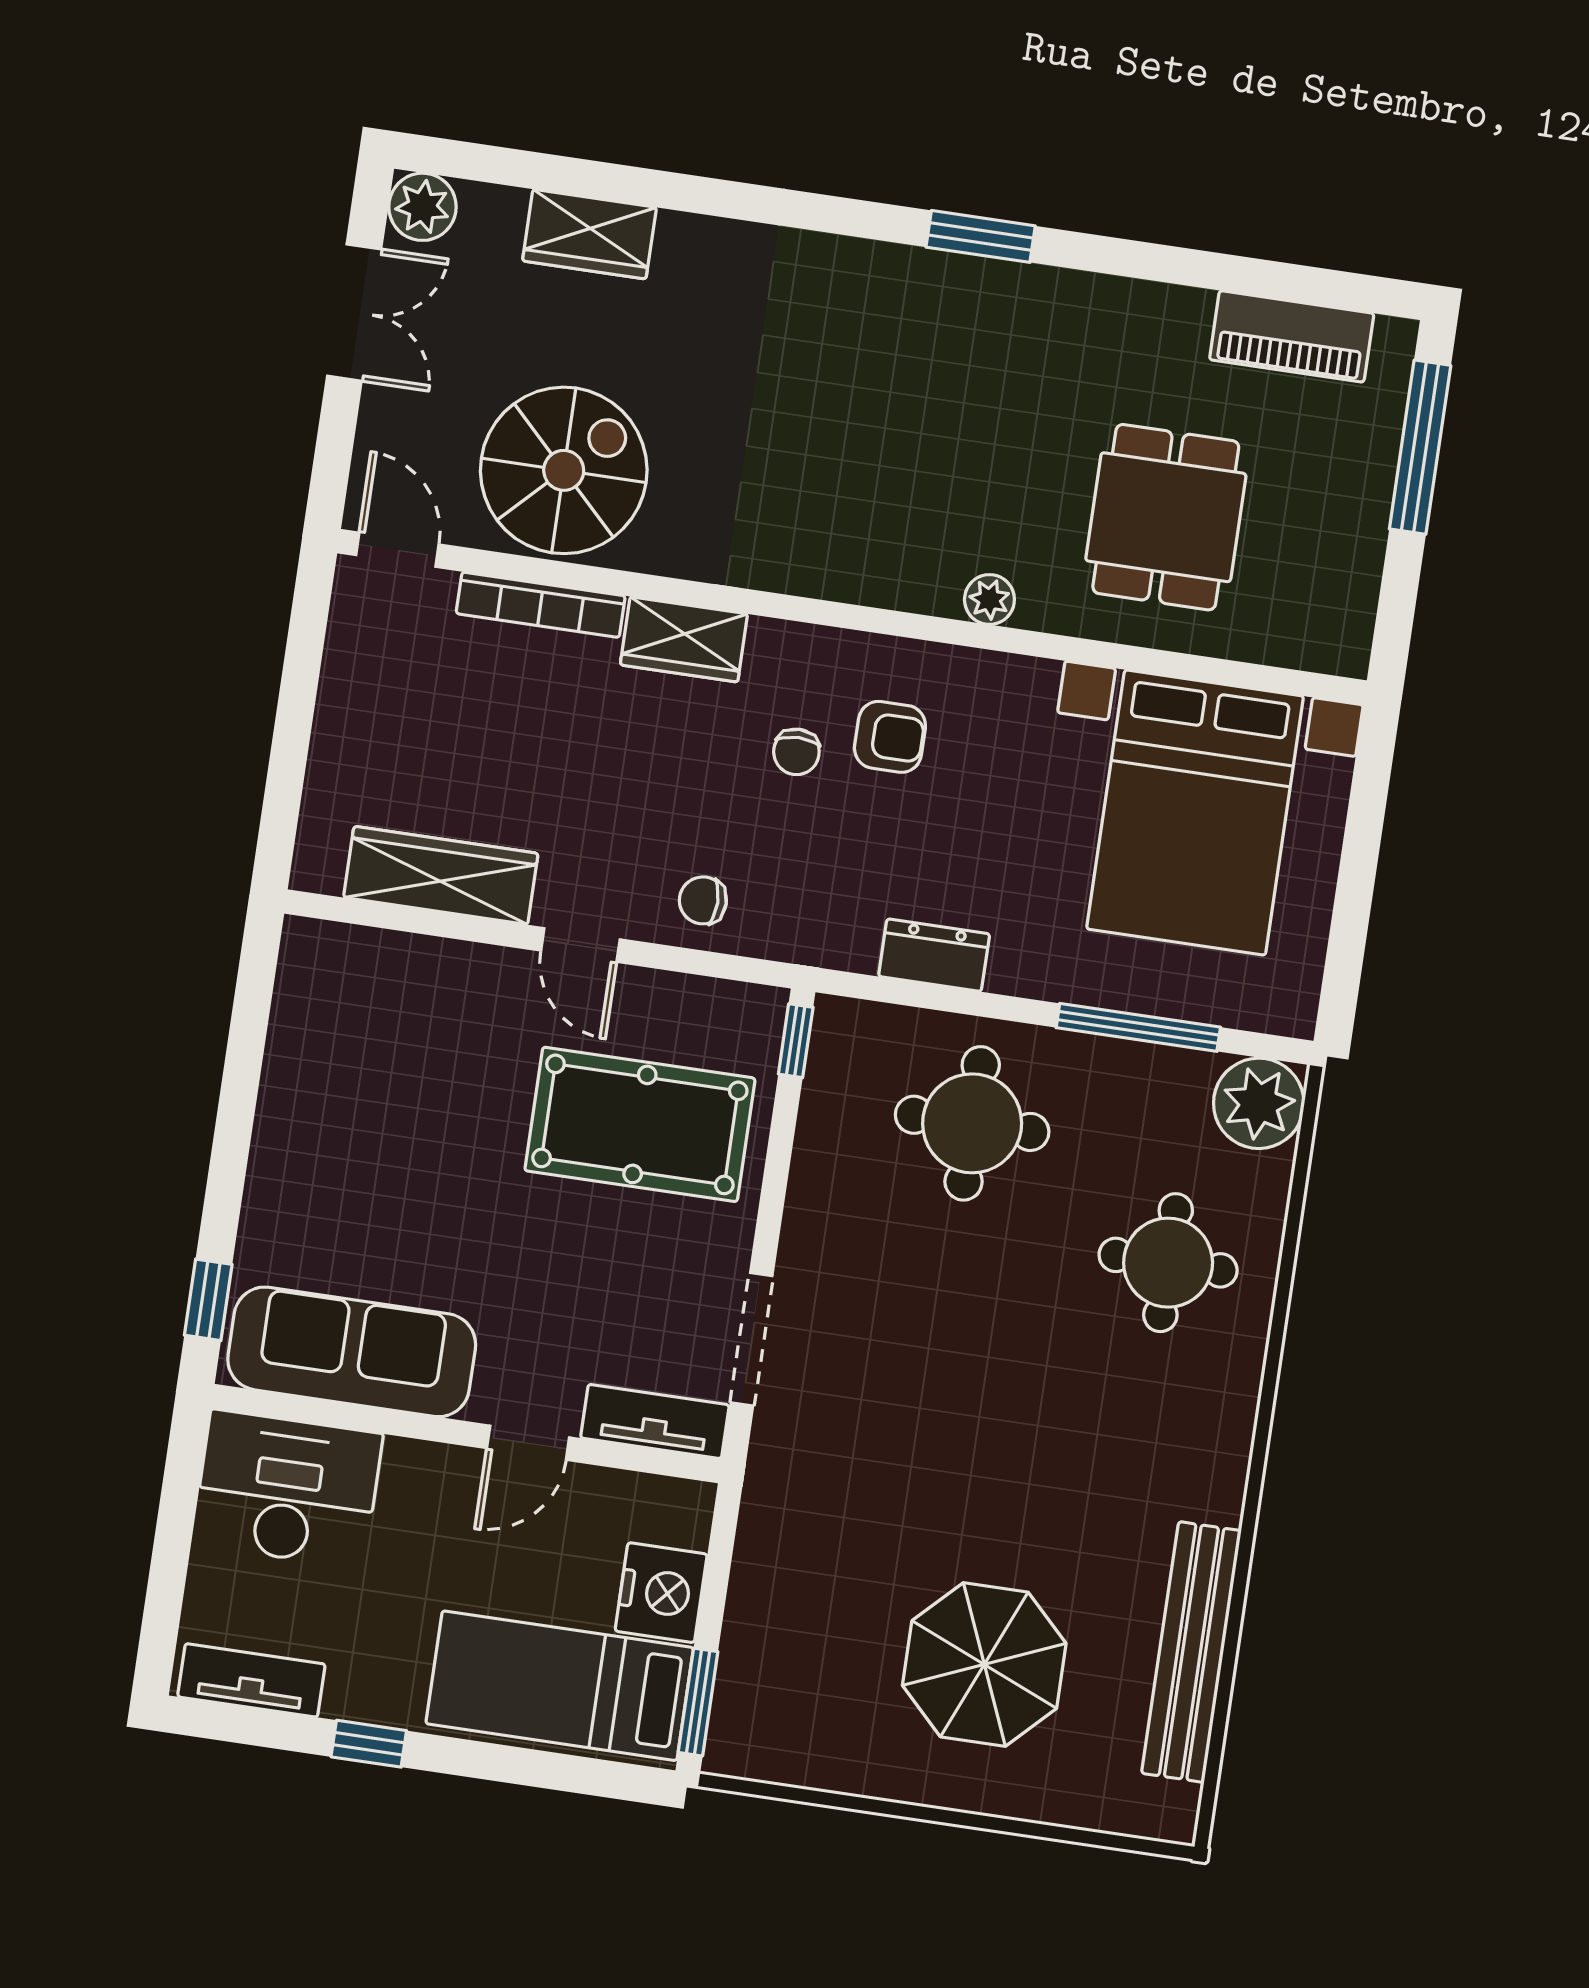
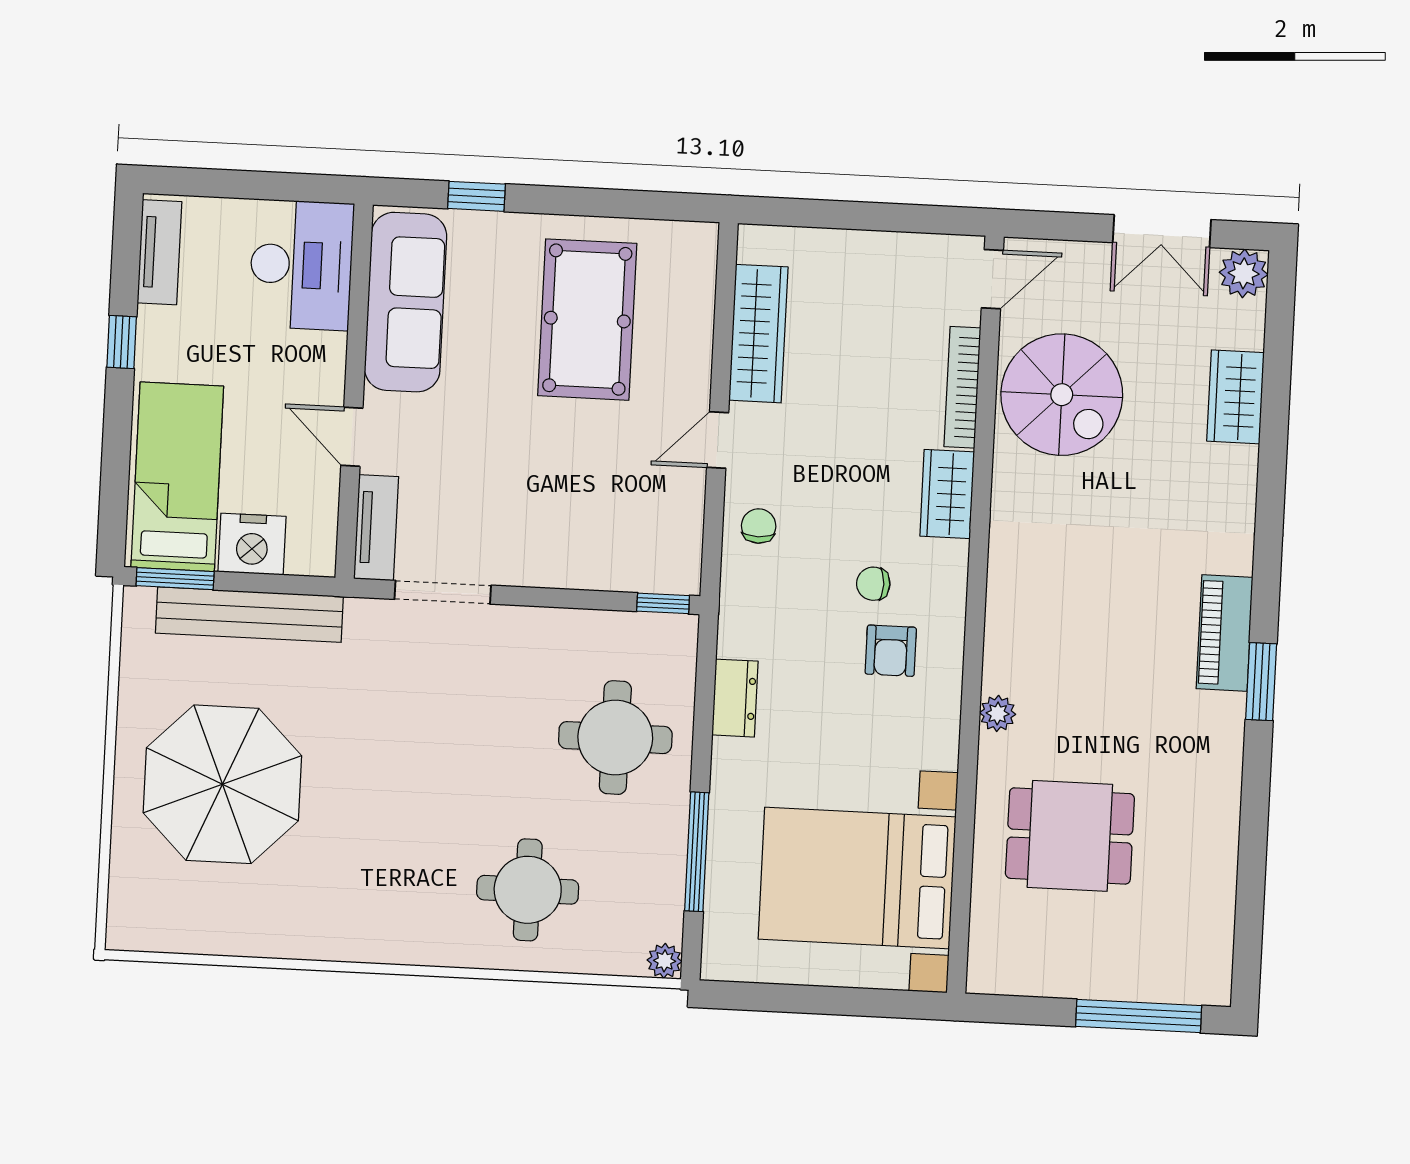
piano: (1292, 336) -> (1224, 633), moved
plant: (1259, 1103) -> (665, 961), width x0.53, depth x0.53
pool table: (640, 1124) -> (587, 320), moved
window: (208, 1300) -> (476, 196), moved
bench: (1191, 1652) -> (249, 615), moved
parasol: (984, 1664) -> (222, 784), width x1.36, depth x1.36

